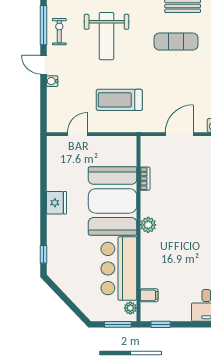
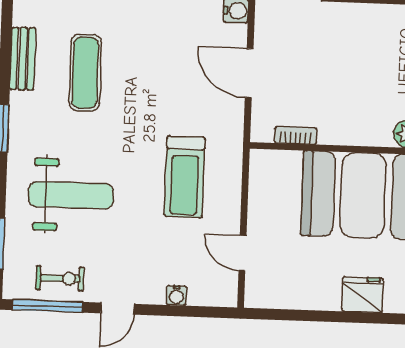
exercise bike: (59, 32) -> (60, 278), turned 180
water cooler: (52, 81) -> (176, 295), moved
bookcase: (145, 179) -> (296, 135), moved

